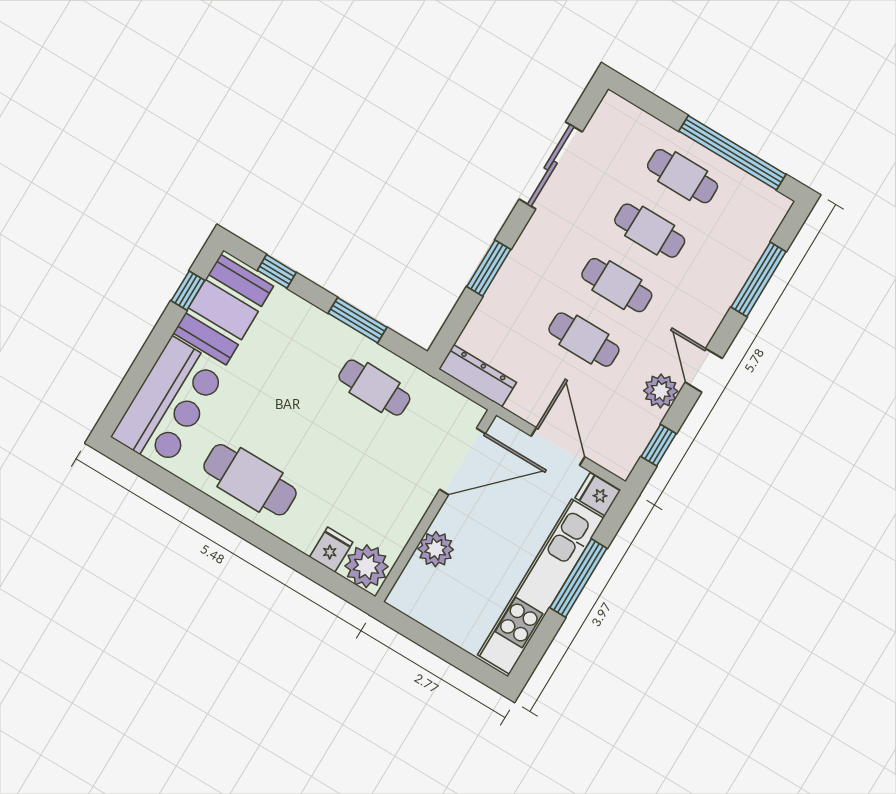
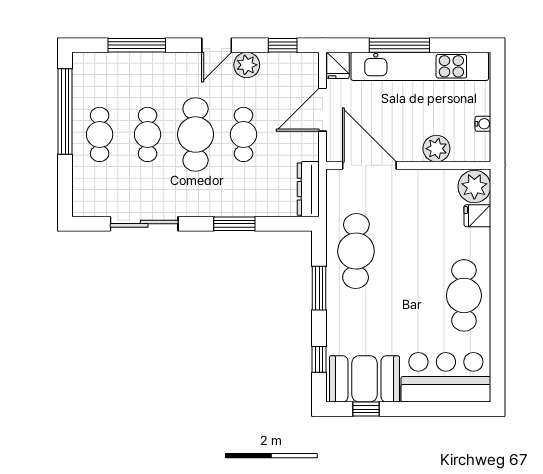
cafe table: (617, 285) -> (196, 134), width x1.37, depth x1.35
cafe table: (374, 388) -> (356, 251), width x1.37, depth x1.35
water cooler: (432, 619) -> (483, 124), added

